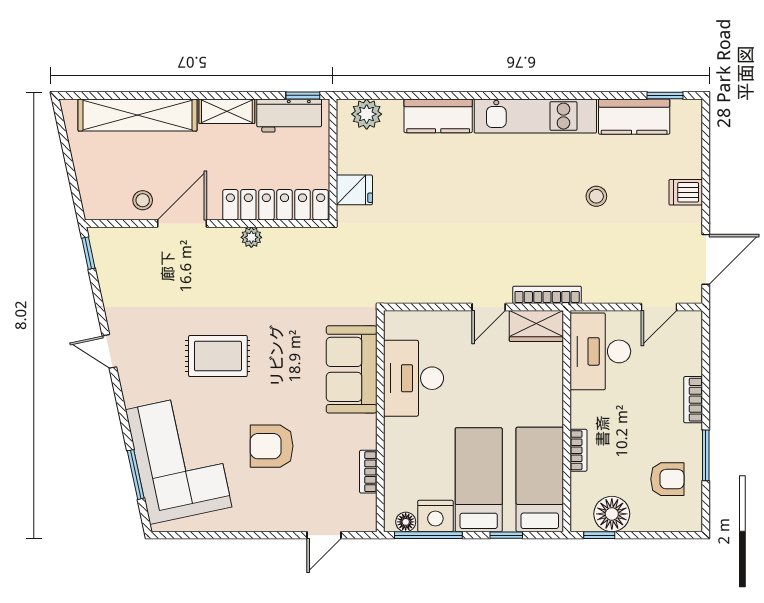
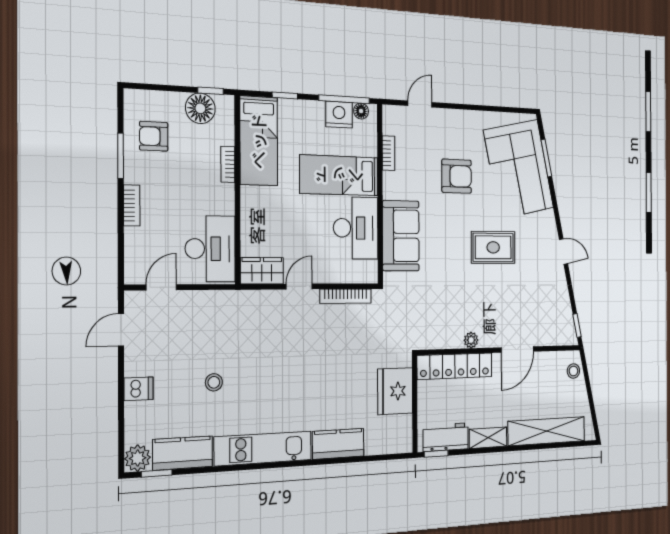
plant: (367, 114) -> (138, 458), moved
fridge: (354, 190) -> (395, 391), width x1.88, depth x1.34
stool: (143, 200) -> (573, 371), moved
door: (706, 259) -> (121, 330), width x0.73
bookcase: (547, 295) -> (346, 296), moved
bed: (479, 480) -> (339, 175), moved, turned 90

